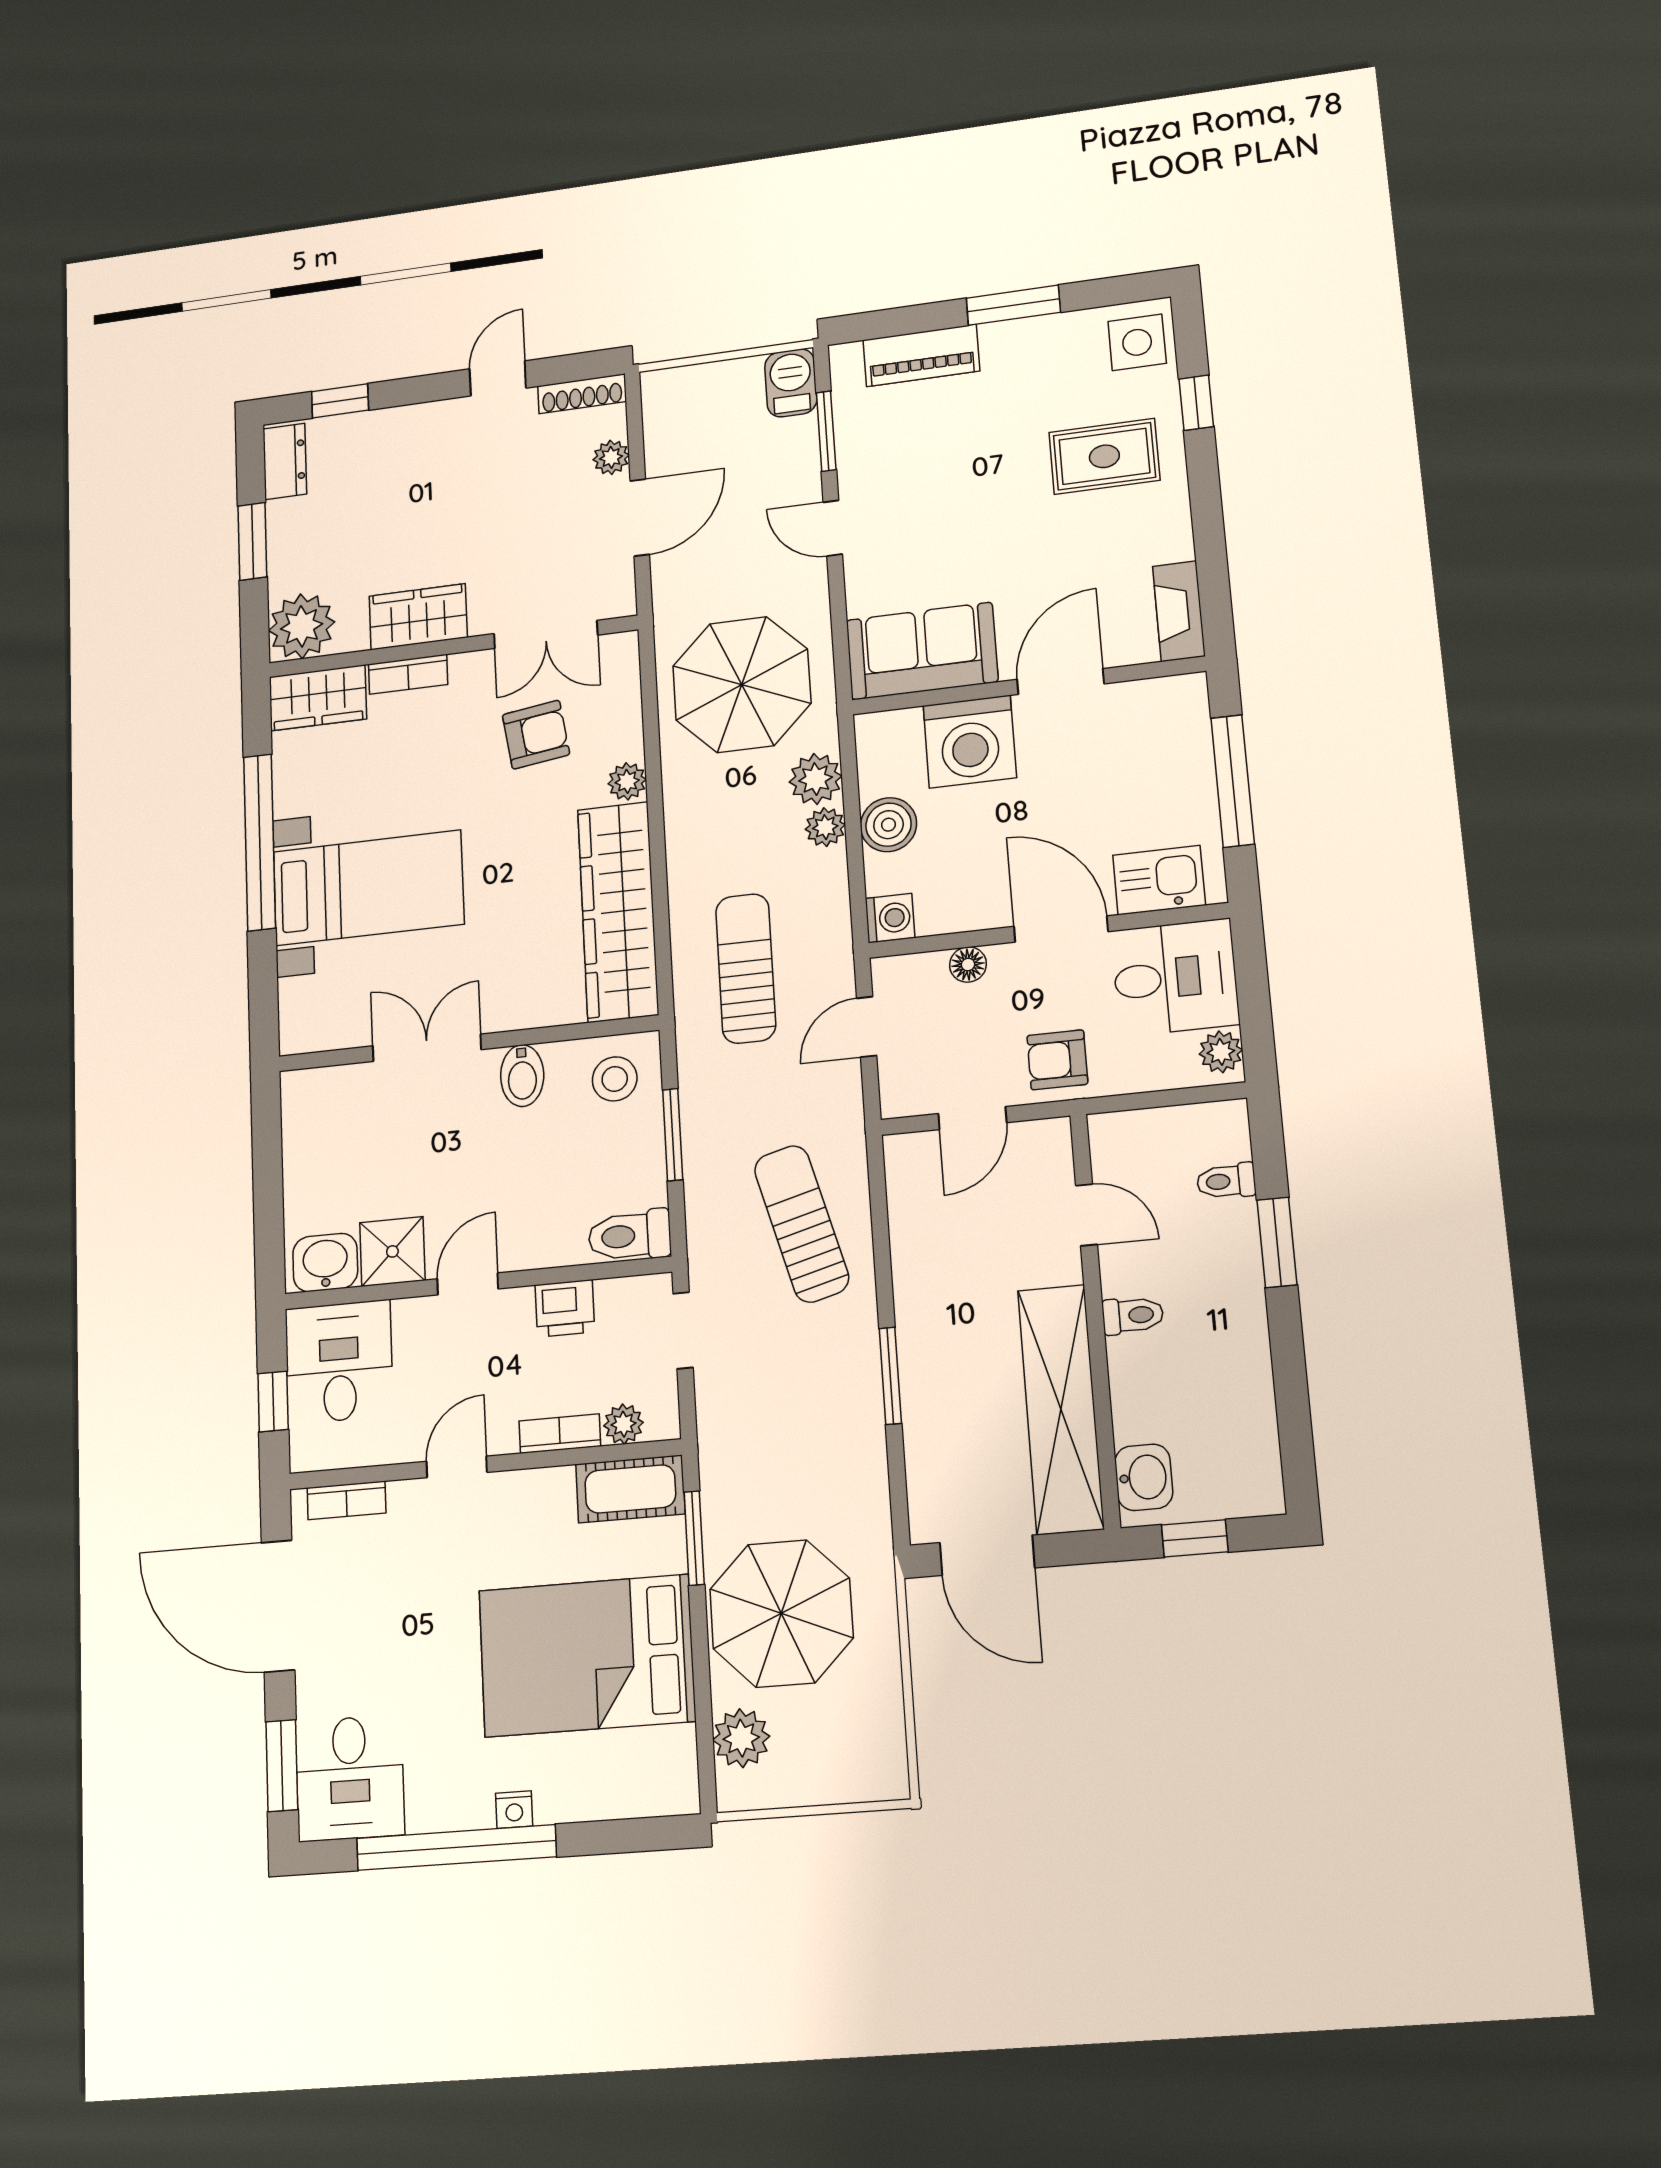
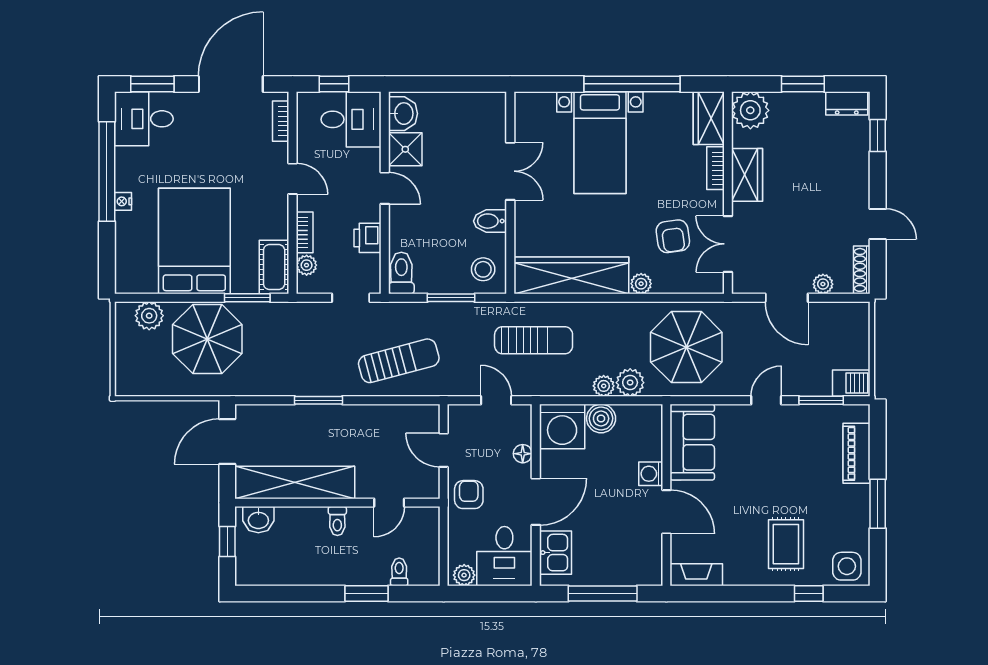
washing machine: (970, 742) -> (651, 474), width x0.53, depth x0.53
washing machine: (890, 918) -> (562, 426), width x1.89, depth x1.89

